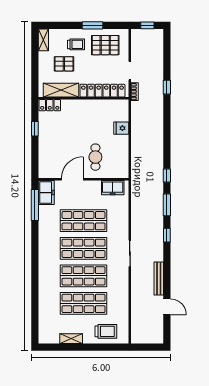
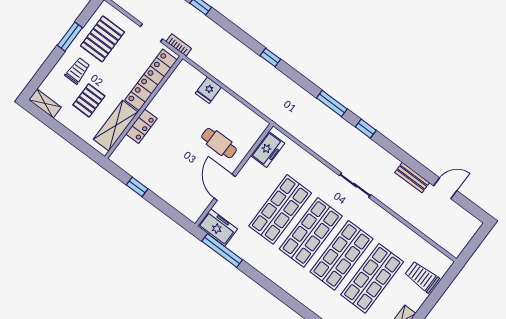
locker: (50, 105) -> (142, 126), moved
window: (167, 175) -> (270, 57), moved
bench: (159, 279) -> (412, 178), width x0.73
trolley: (106, 331) -> (422, 277), turned -90

